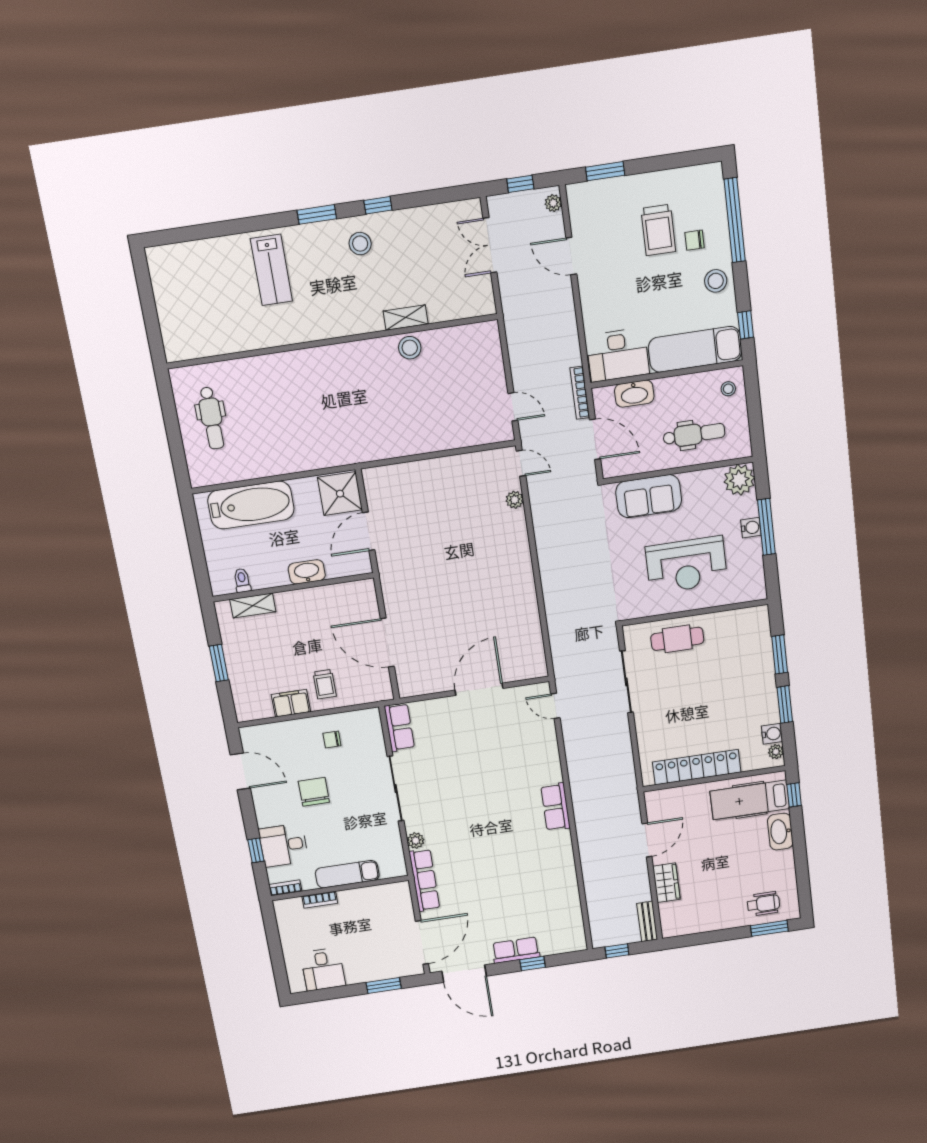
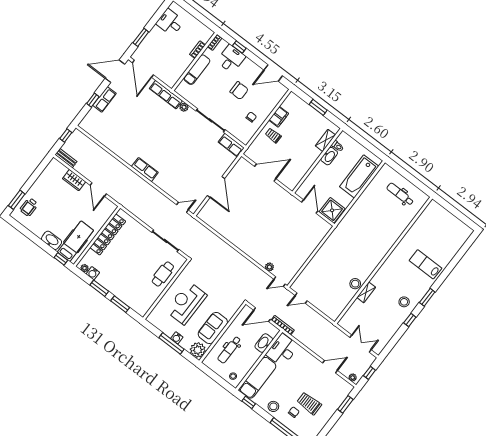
sofa: (649, 496) -> (213, 328), moved
washbasin: (307, 572) -> (329, 156), moved

